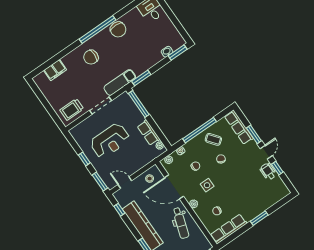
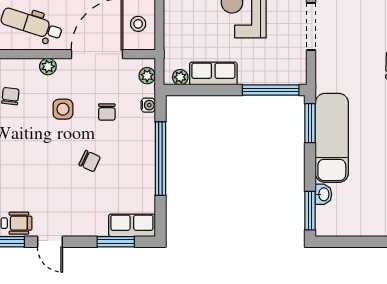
exam couch: (120, 82) -> (332, 138), moved, width x1.36, depth x1.45
row of seats: (239, 127) -> (132, 225), width x0.68
window: (254, 134) -> (116, 242), moved
coffee table: (213, 139) -> (130, 171), removed

